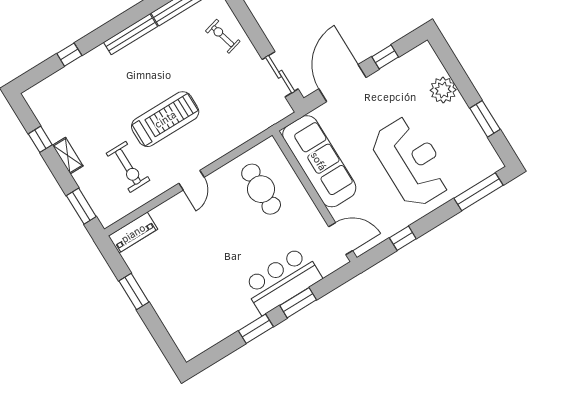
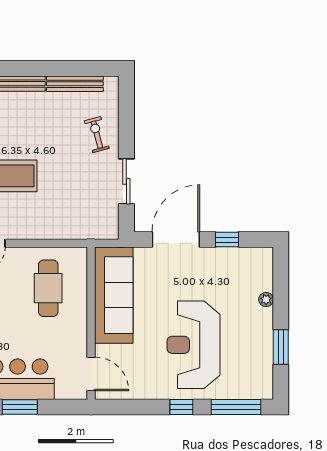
sliding door: (280, 74) -> (126, 181), moved
plant: (443, 90) -> (266, 299), width x0.53, depth x0.53
reception desk: (411, 162) -> (194, 345), turned 180
window: (403, 238) -> (181, 407), moved

